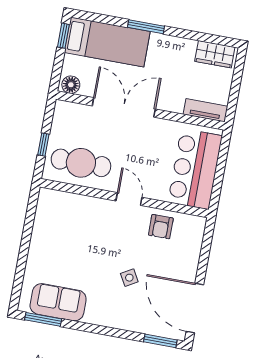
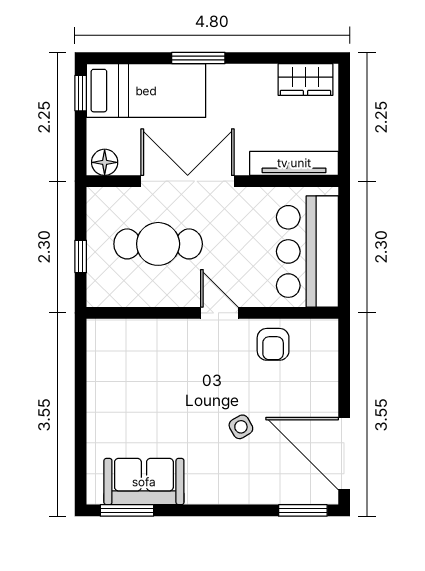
tv unit: (205, 110) -> (294, 163), width x1.41
cafe table: (81, 163) -> (158, 244), moved

